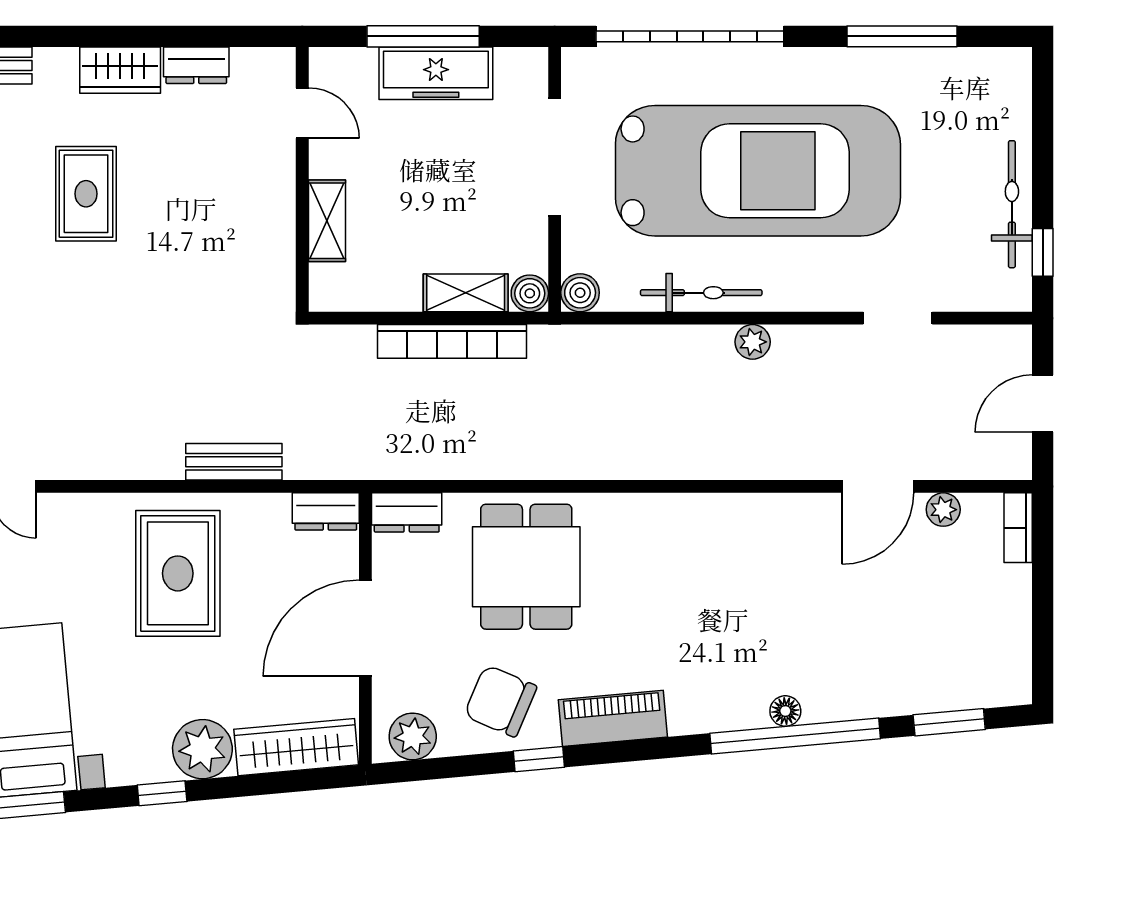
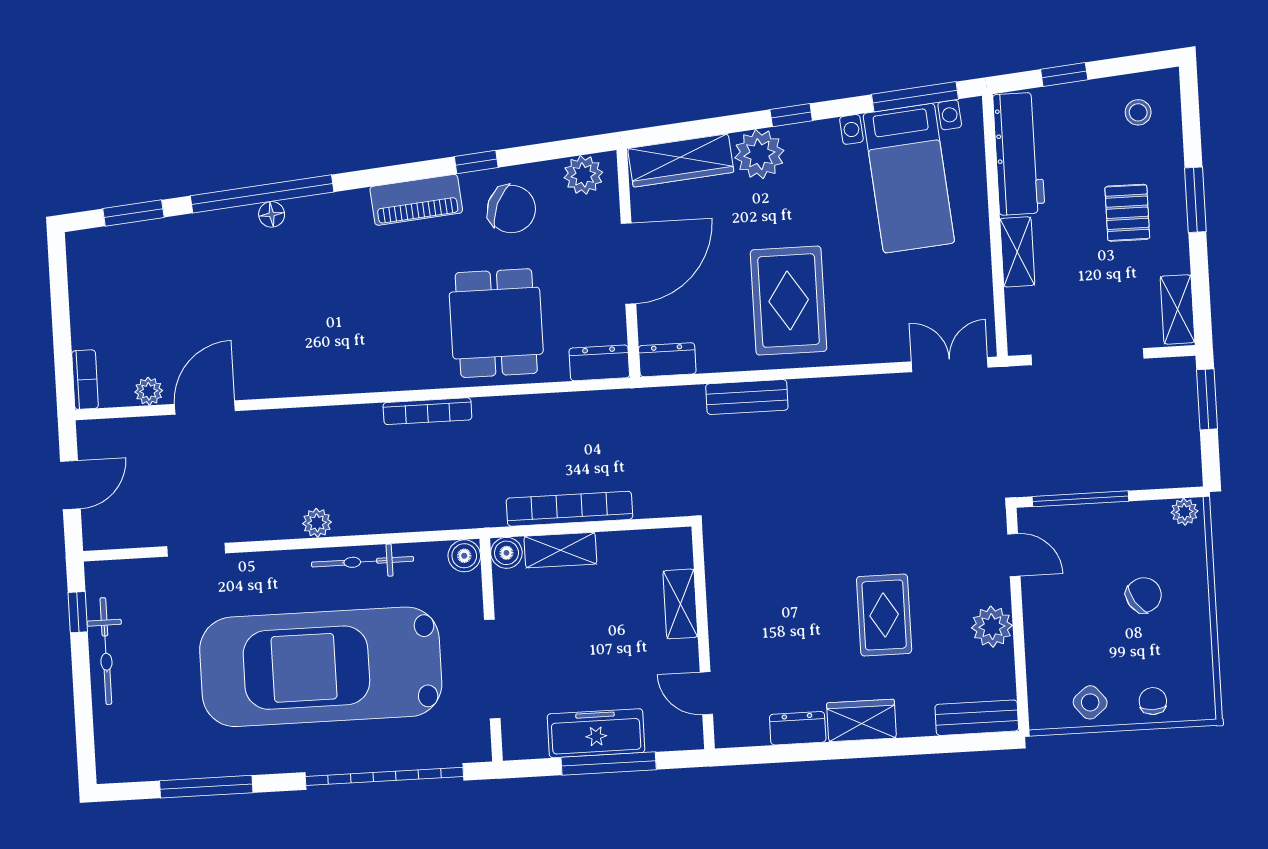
bookcase: (614, 467) -> (427, 411), added

